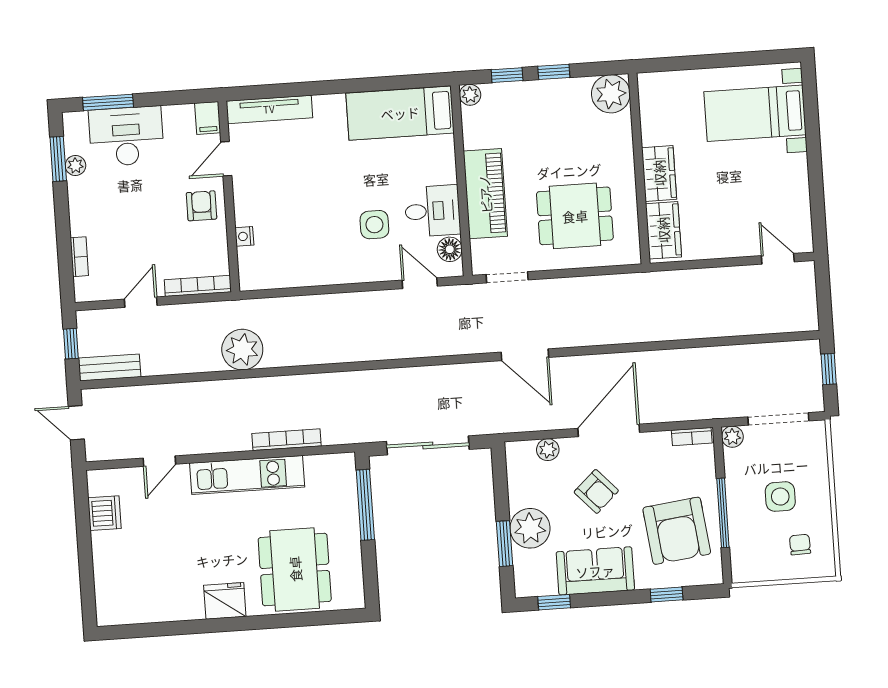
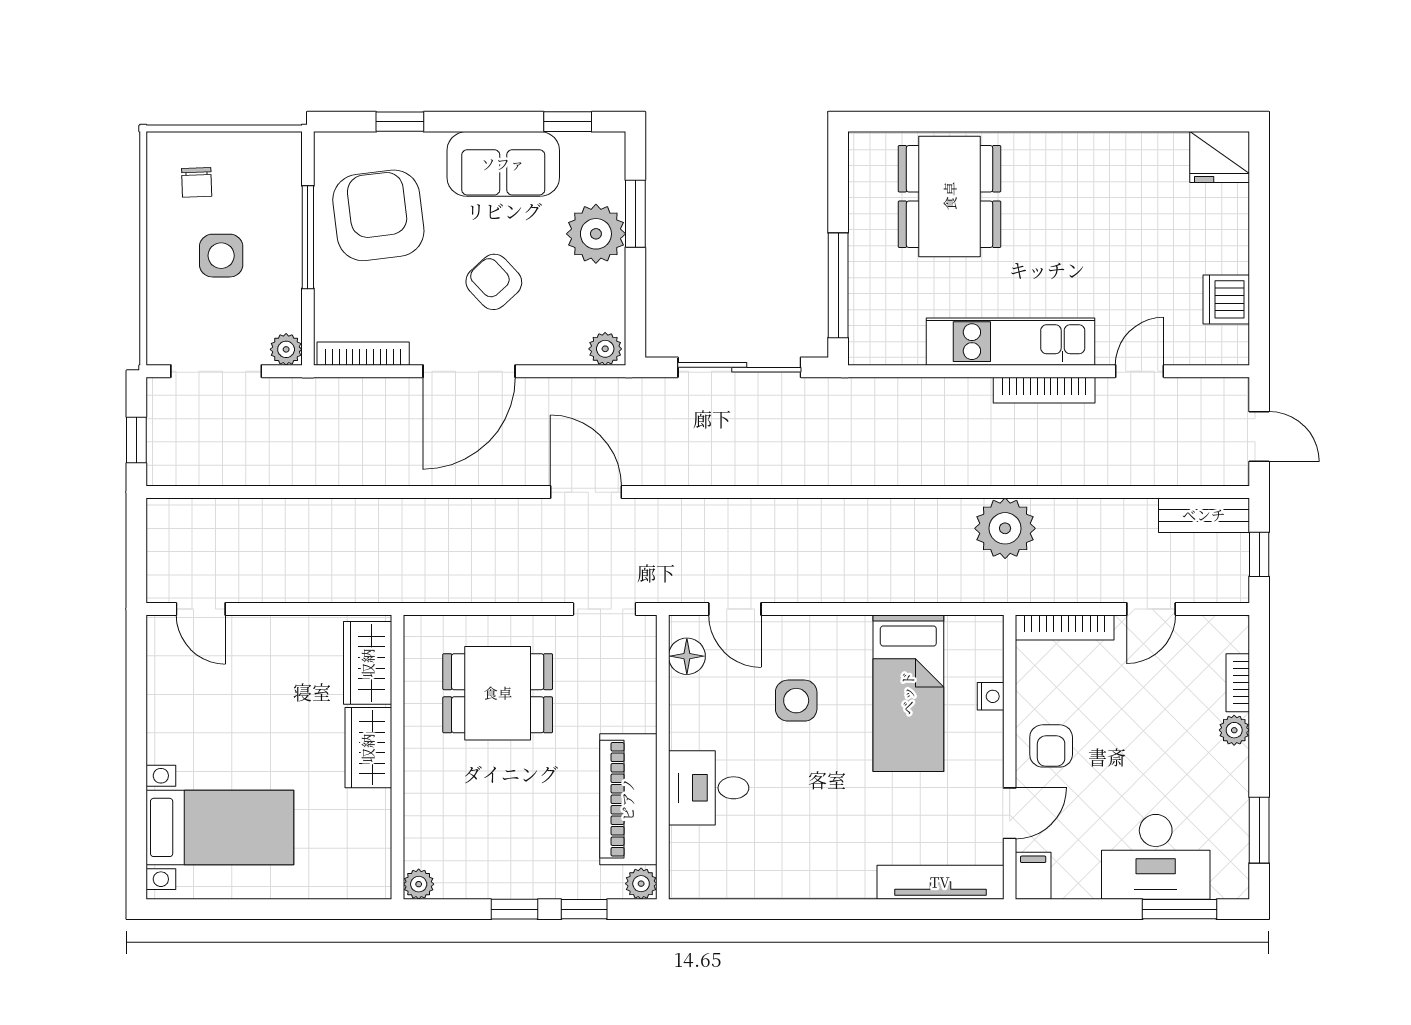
plant: (611, 94) -> (419, 884), width x0.53, depth x0.53
bed: (400, 113) -> (908, 693), moved, turned 90
plant: (75, 165) -> (1234, 730), moved
piano: (485, 194) -> (628, 799), moved
desk: (432, 211) -> (709, 788), moved
bookcase: (692, 437) -> (363, 354), width x1.56
bookcase: (287, 440) -> (1044, 390), moved
plant: (548, 450) -> (605, 349), moved
fridge: (225, 601) -> (1220, 157), moved

